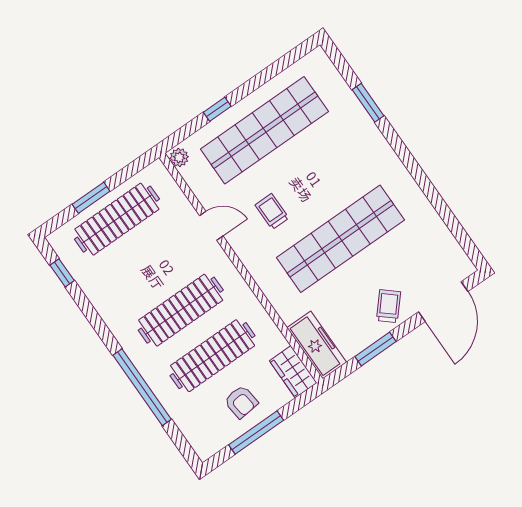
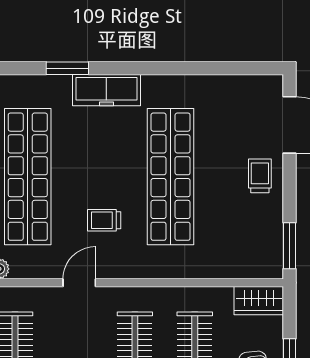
trolley: (389, 306) -> (260, 176), turned 49
freezer: (317, 345) -> (106, 90), moved, turned 180
window: (375, 349) -> (290, 246), moved

